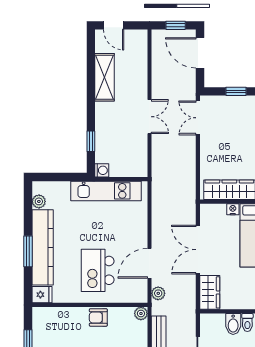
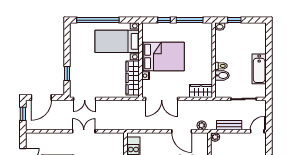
double door: (198, 250) -> (162, 99), moved

